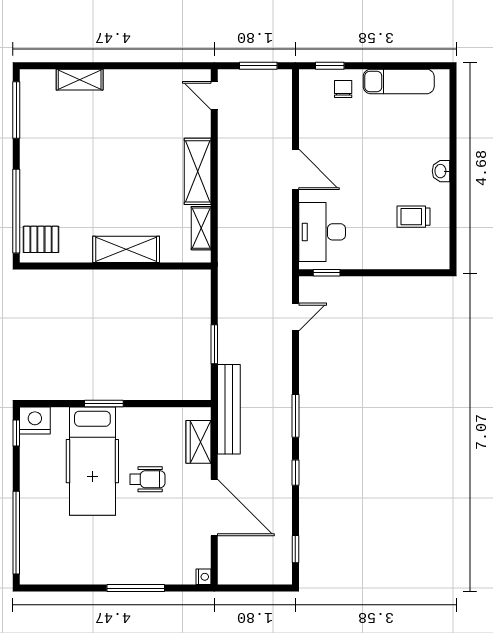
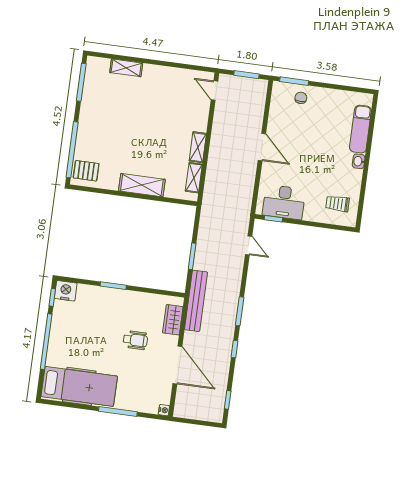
window: (330, 66) -> (294, 81), width x1.50
exam couch: (399, 81) -> (360, 129), moved, turned 90
shelving: (198, 171) -> (198, 147), width x0.67, depth x0.75
trolley: (413, 217) -> (338, 204), moved
desk: (322, 232) -> (284, 202), moved, turned -90
door: (295, 317) -> (249, 245), hinge flipped
hospital bed: (92, 461) -> (79, 386), moved, turned -90
window: (16, 533) -> (46, 342), moved

